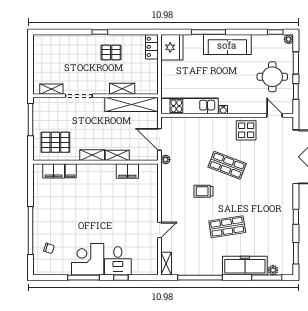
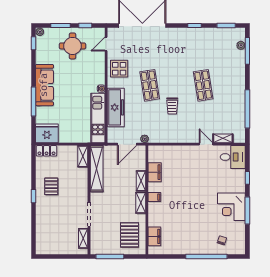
shelving: (122, 89) -> (83, 156), moved
shop shelf: (227, 165) -> (150, 85), turned -30
filing cabinet: (71, 171) -> (154, 197), moved
desk: (118, 261) -> (233, 157), moved
shelving: (166, 264) -> (223, 138), moved
freezer: (245, 266) -> (116, 107), moved, turned 180

